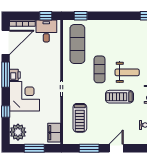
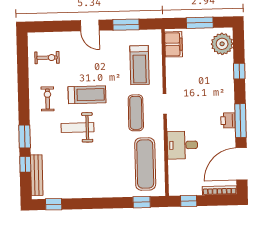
desk: (46, 31) -> (182, 145), moved, turned 90
exercise mat: (100, 69) -> (136, 113), moved
corner desk: (25, 96) -> (214, 92), removed
treadmill: (80, 118) -> (139, 65), turned 180
door: (116, 148) -> (90, 25), hinge flipped

